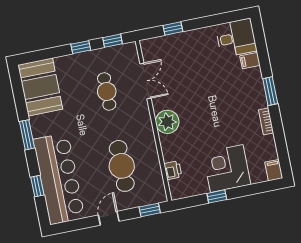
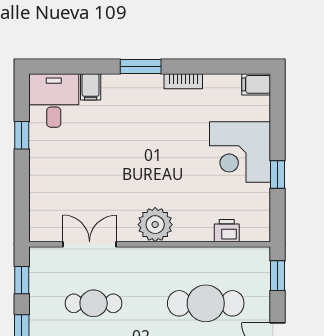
window: (173, 29) -> (22, 135), moved

